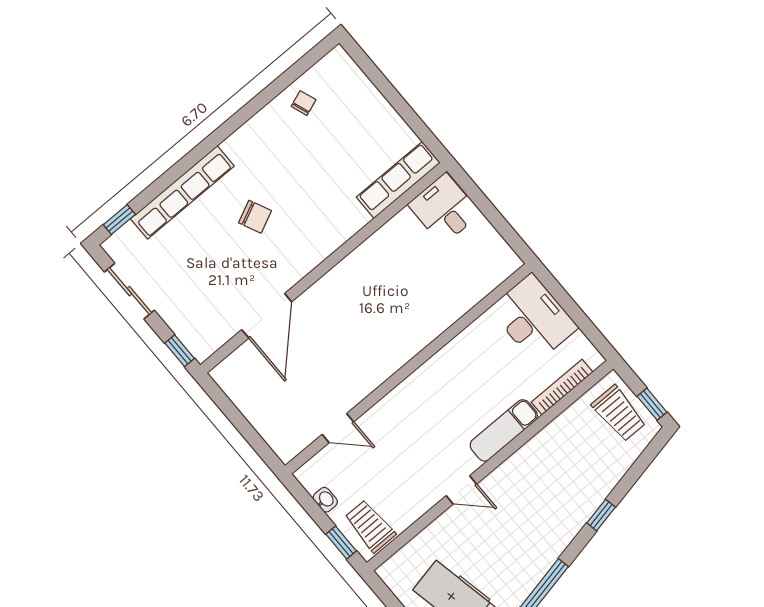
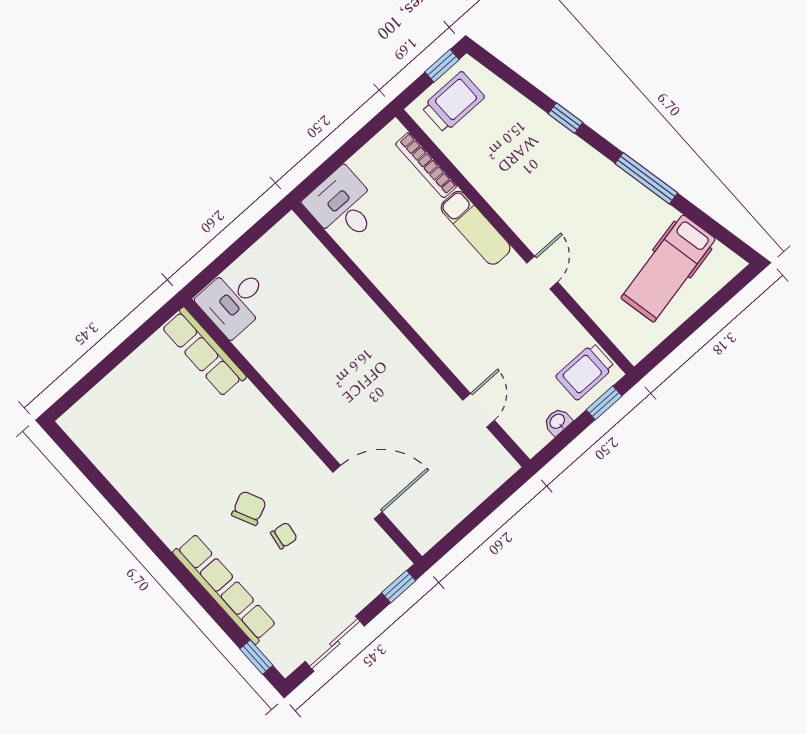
chair: (304, 103) -> (284, 536), moved, turned 119
desk: (533, 318) -> (343, 206), width x0.73

